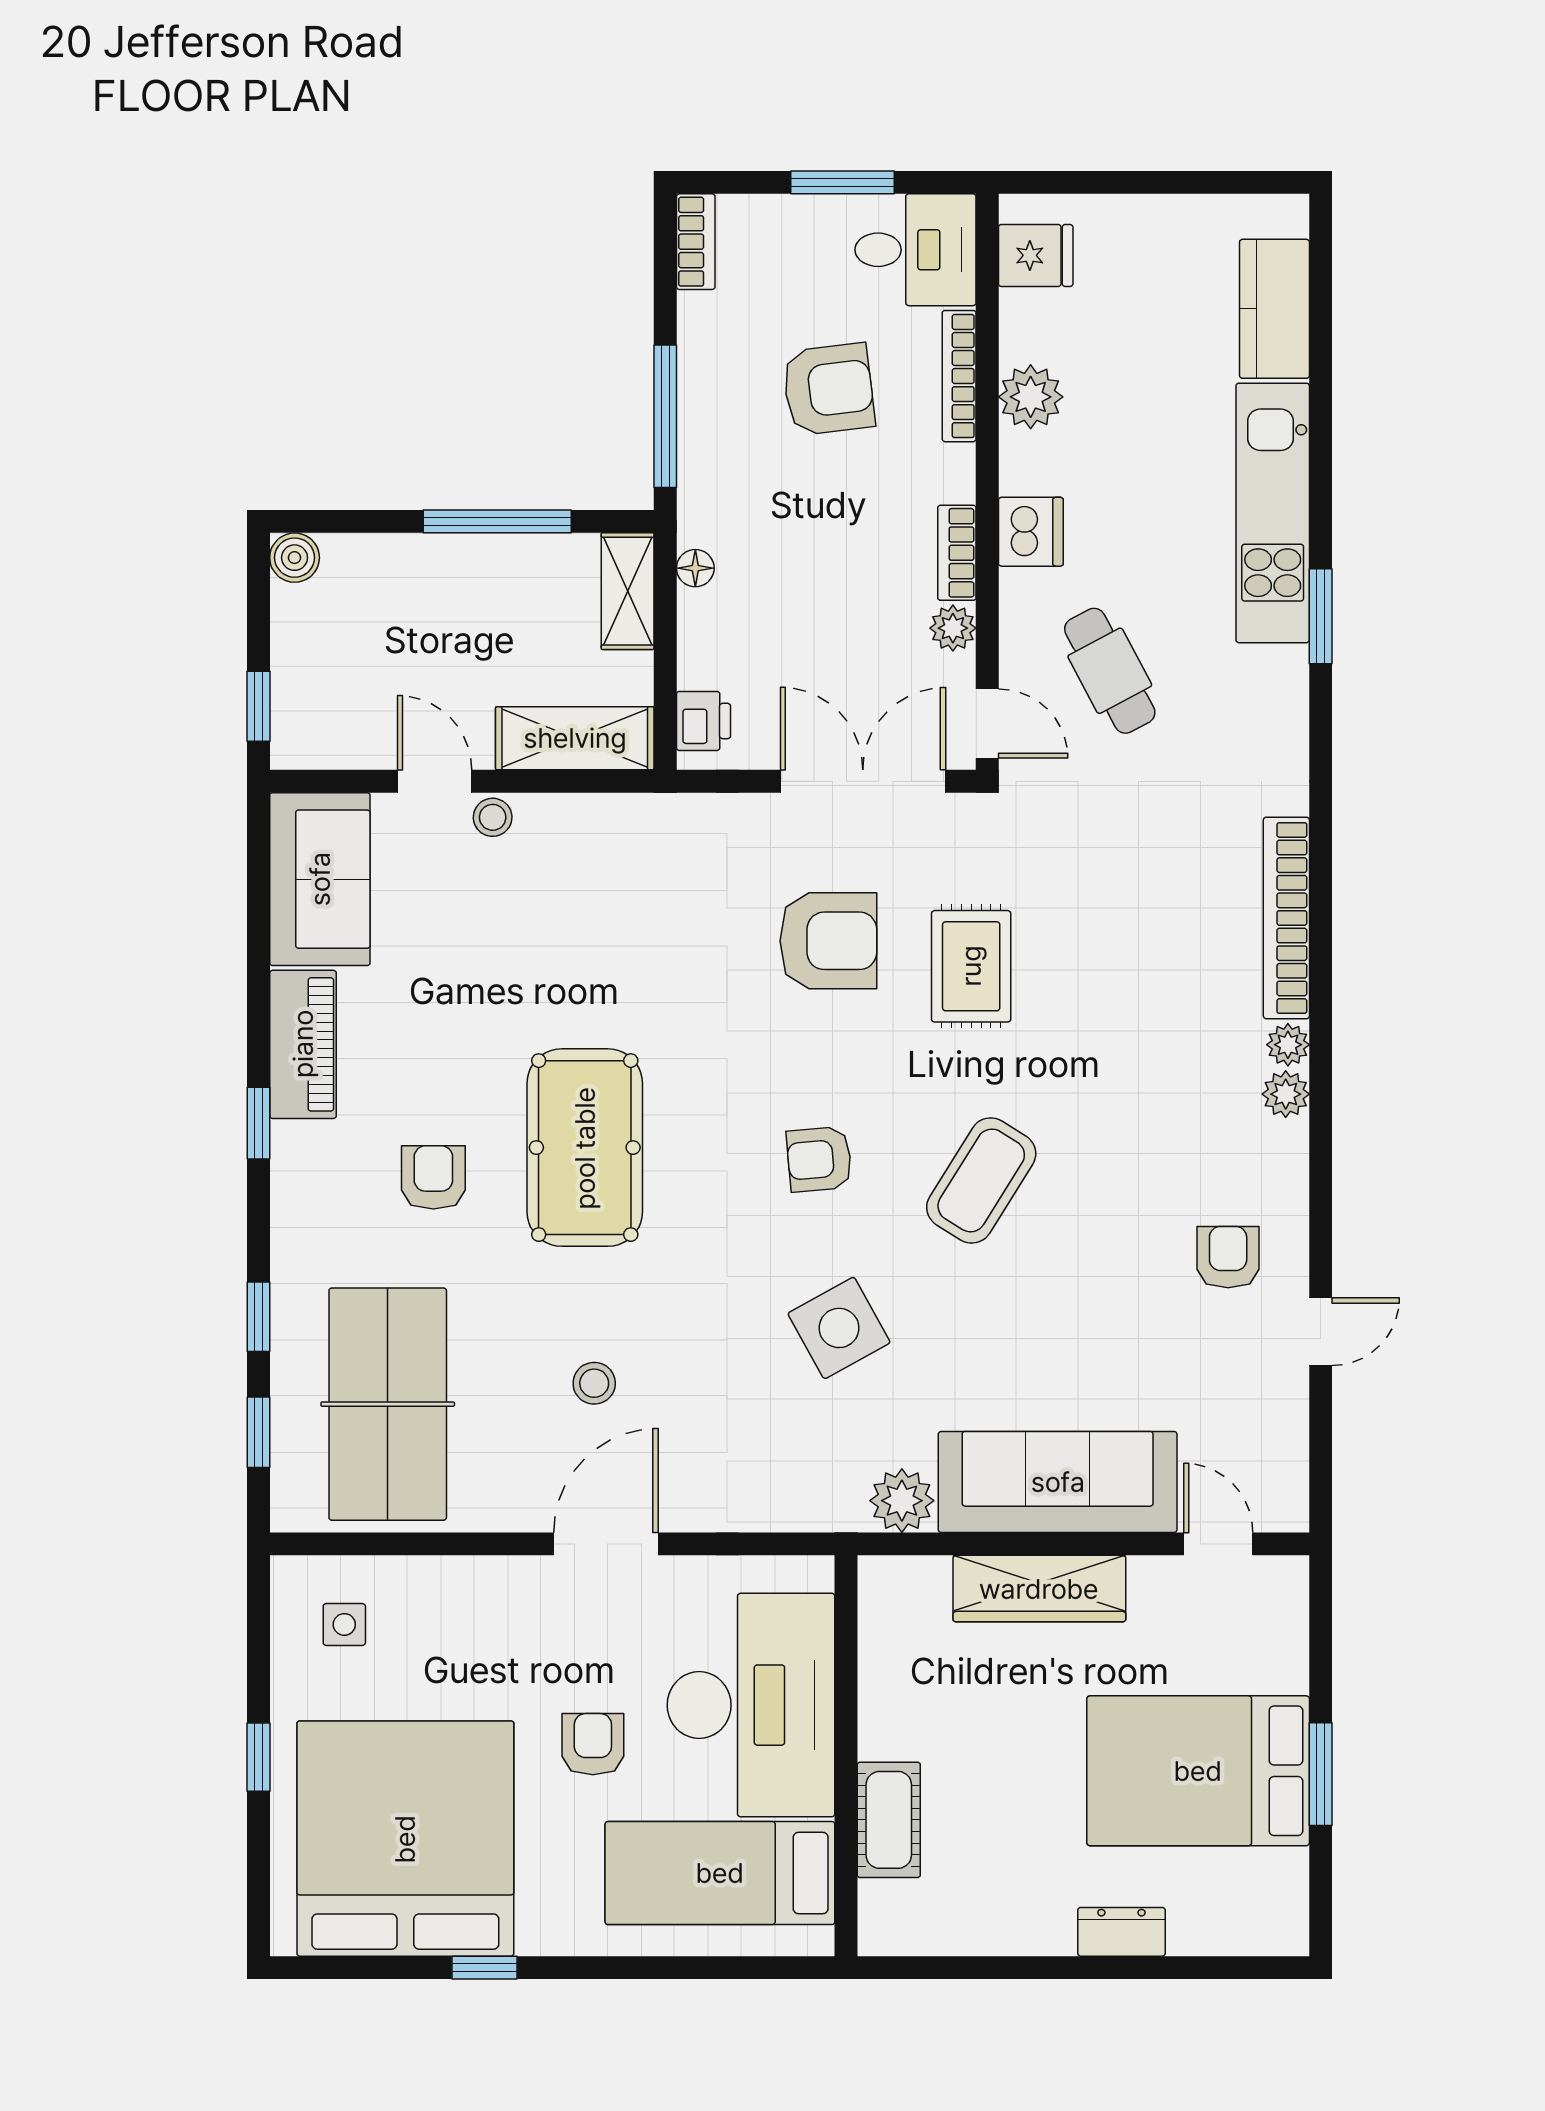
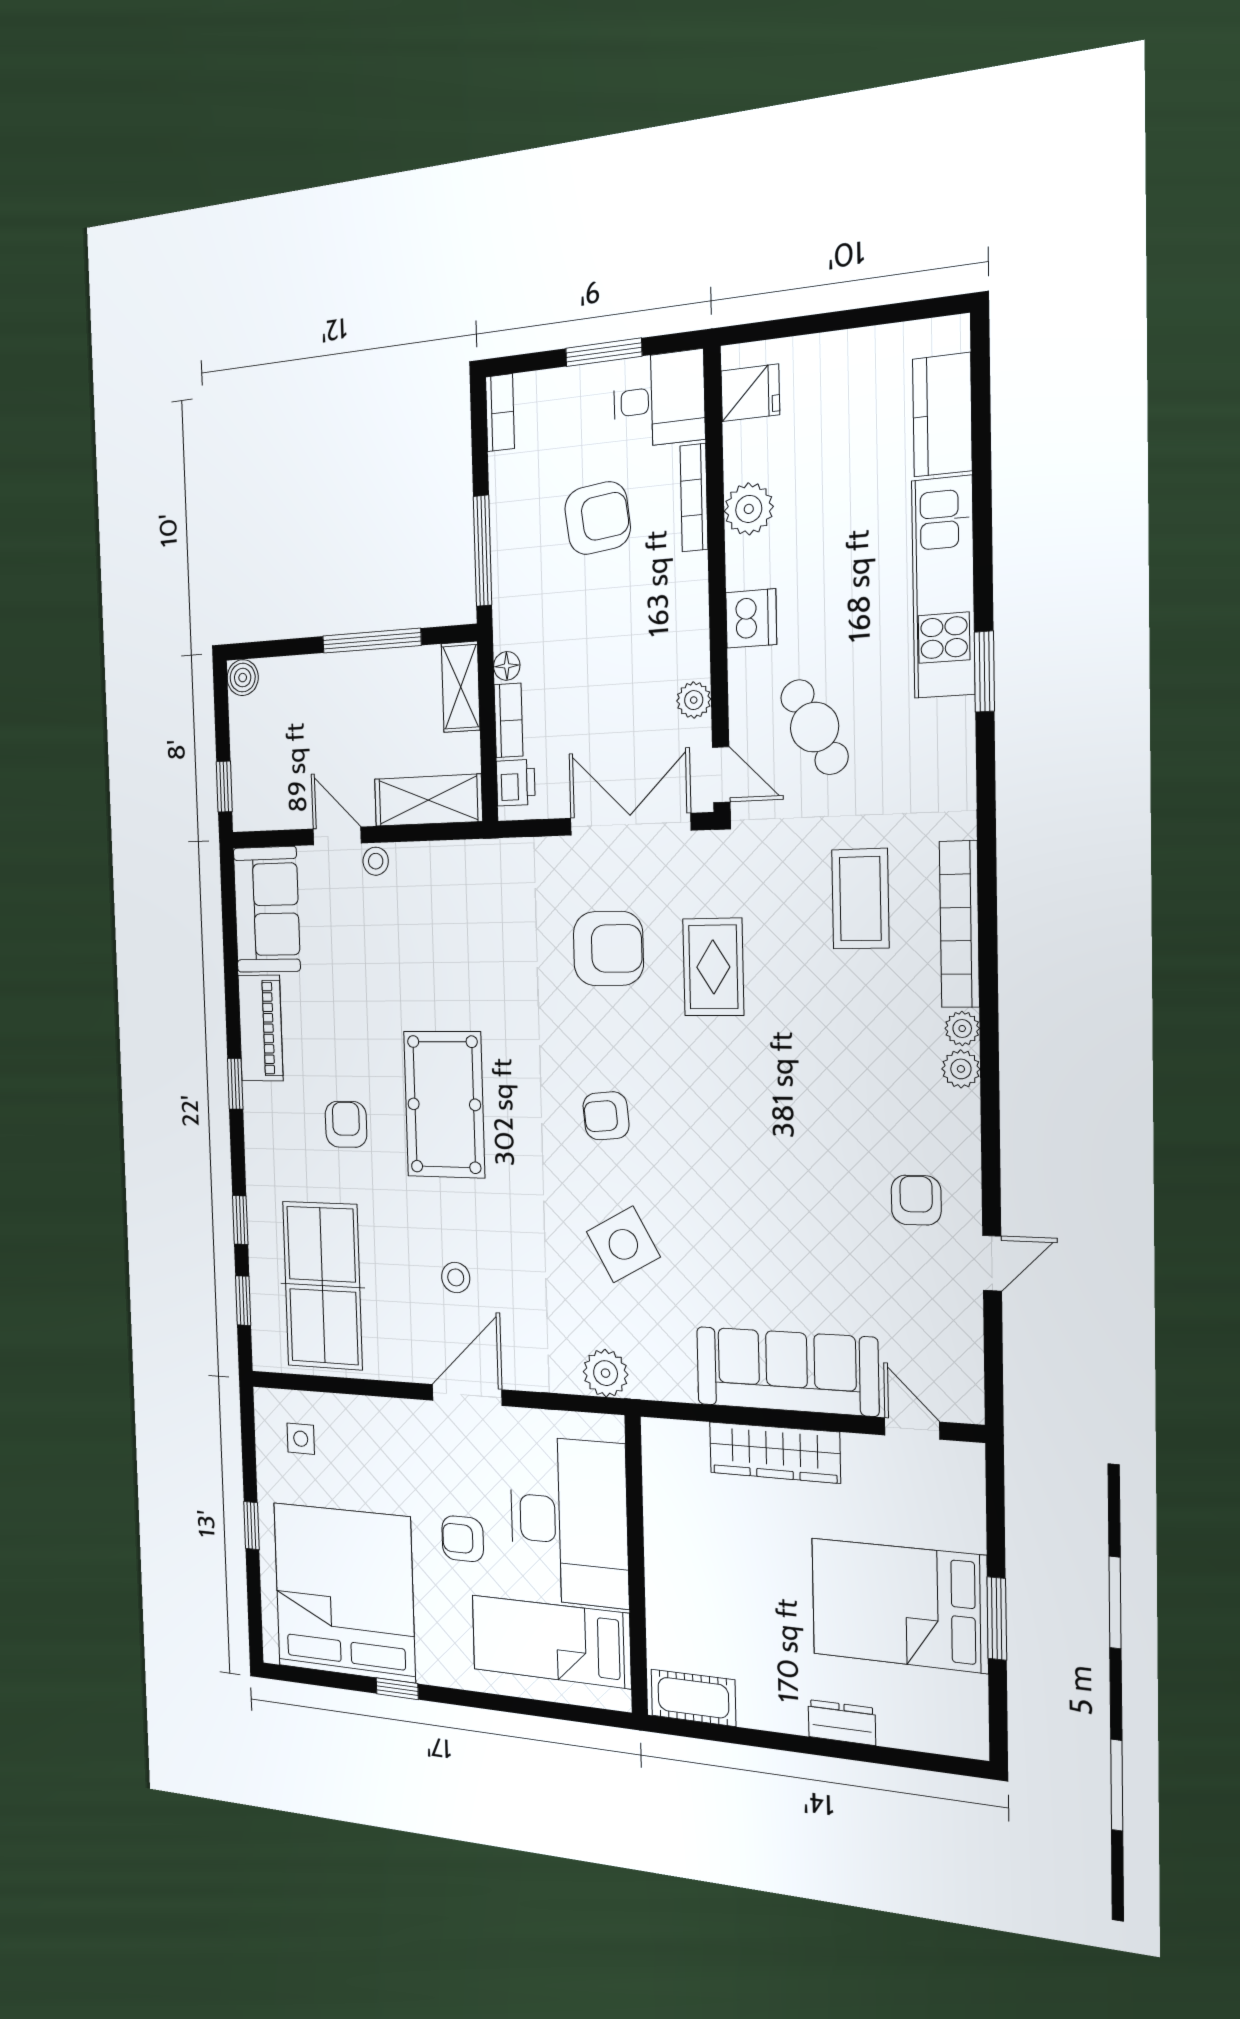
bookcase: (957, 553) -> (508, 720), moved, turned 180
coffee table: (981, 1180) -> (860, 899), moved, turned -32
plant: (902, 1501) -> (606, 1373), moved
armchair: (593, 1744) -> (463, 1539), turned -90
cot: (889, 1820) -> (693, 1698), moved, turned 90

